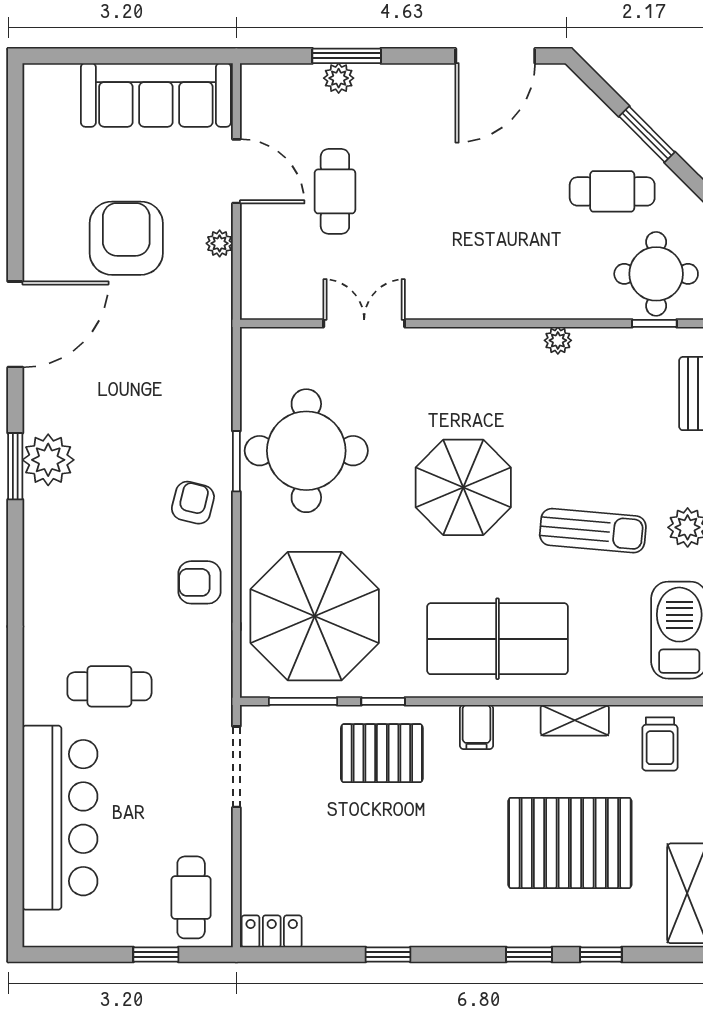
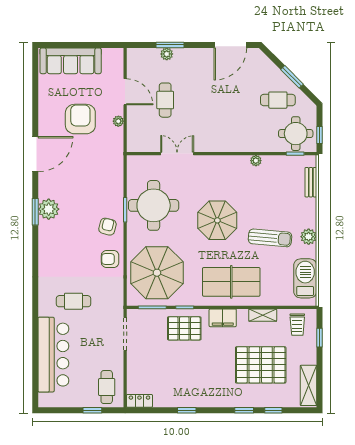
sofa: (156, 95) -> (71, 61), moved
filing cabinet: (476, 727) -> (223, 318), width x2.00

